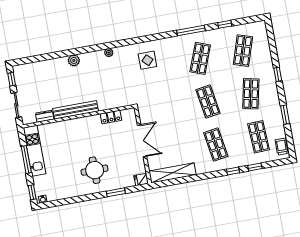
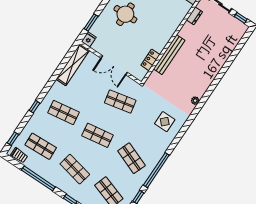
window: (191, 31) -> (156, 170), width x1.46
plant: (74, 60) -> (213, 72), removed
shop shelf: (165, 109) -> (120, 102), added
bench: (76, 110) -> (169, 55), moved
window: (285, 115) -> (38, 178), width x2.11
window: (255, 167) -> (13, 139), moved
window: (116, 192) -> (91, 23), moved

